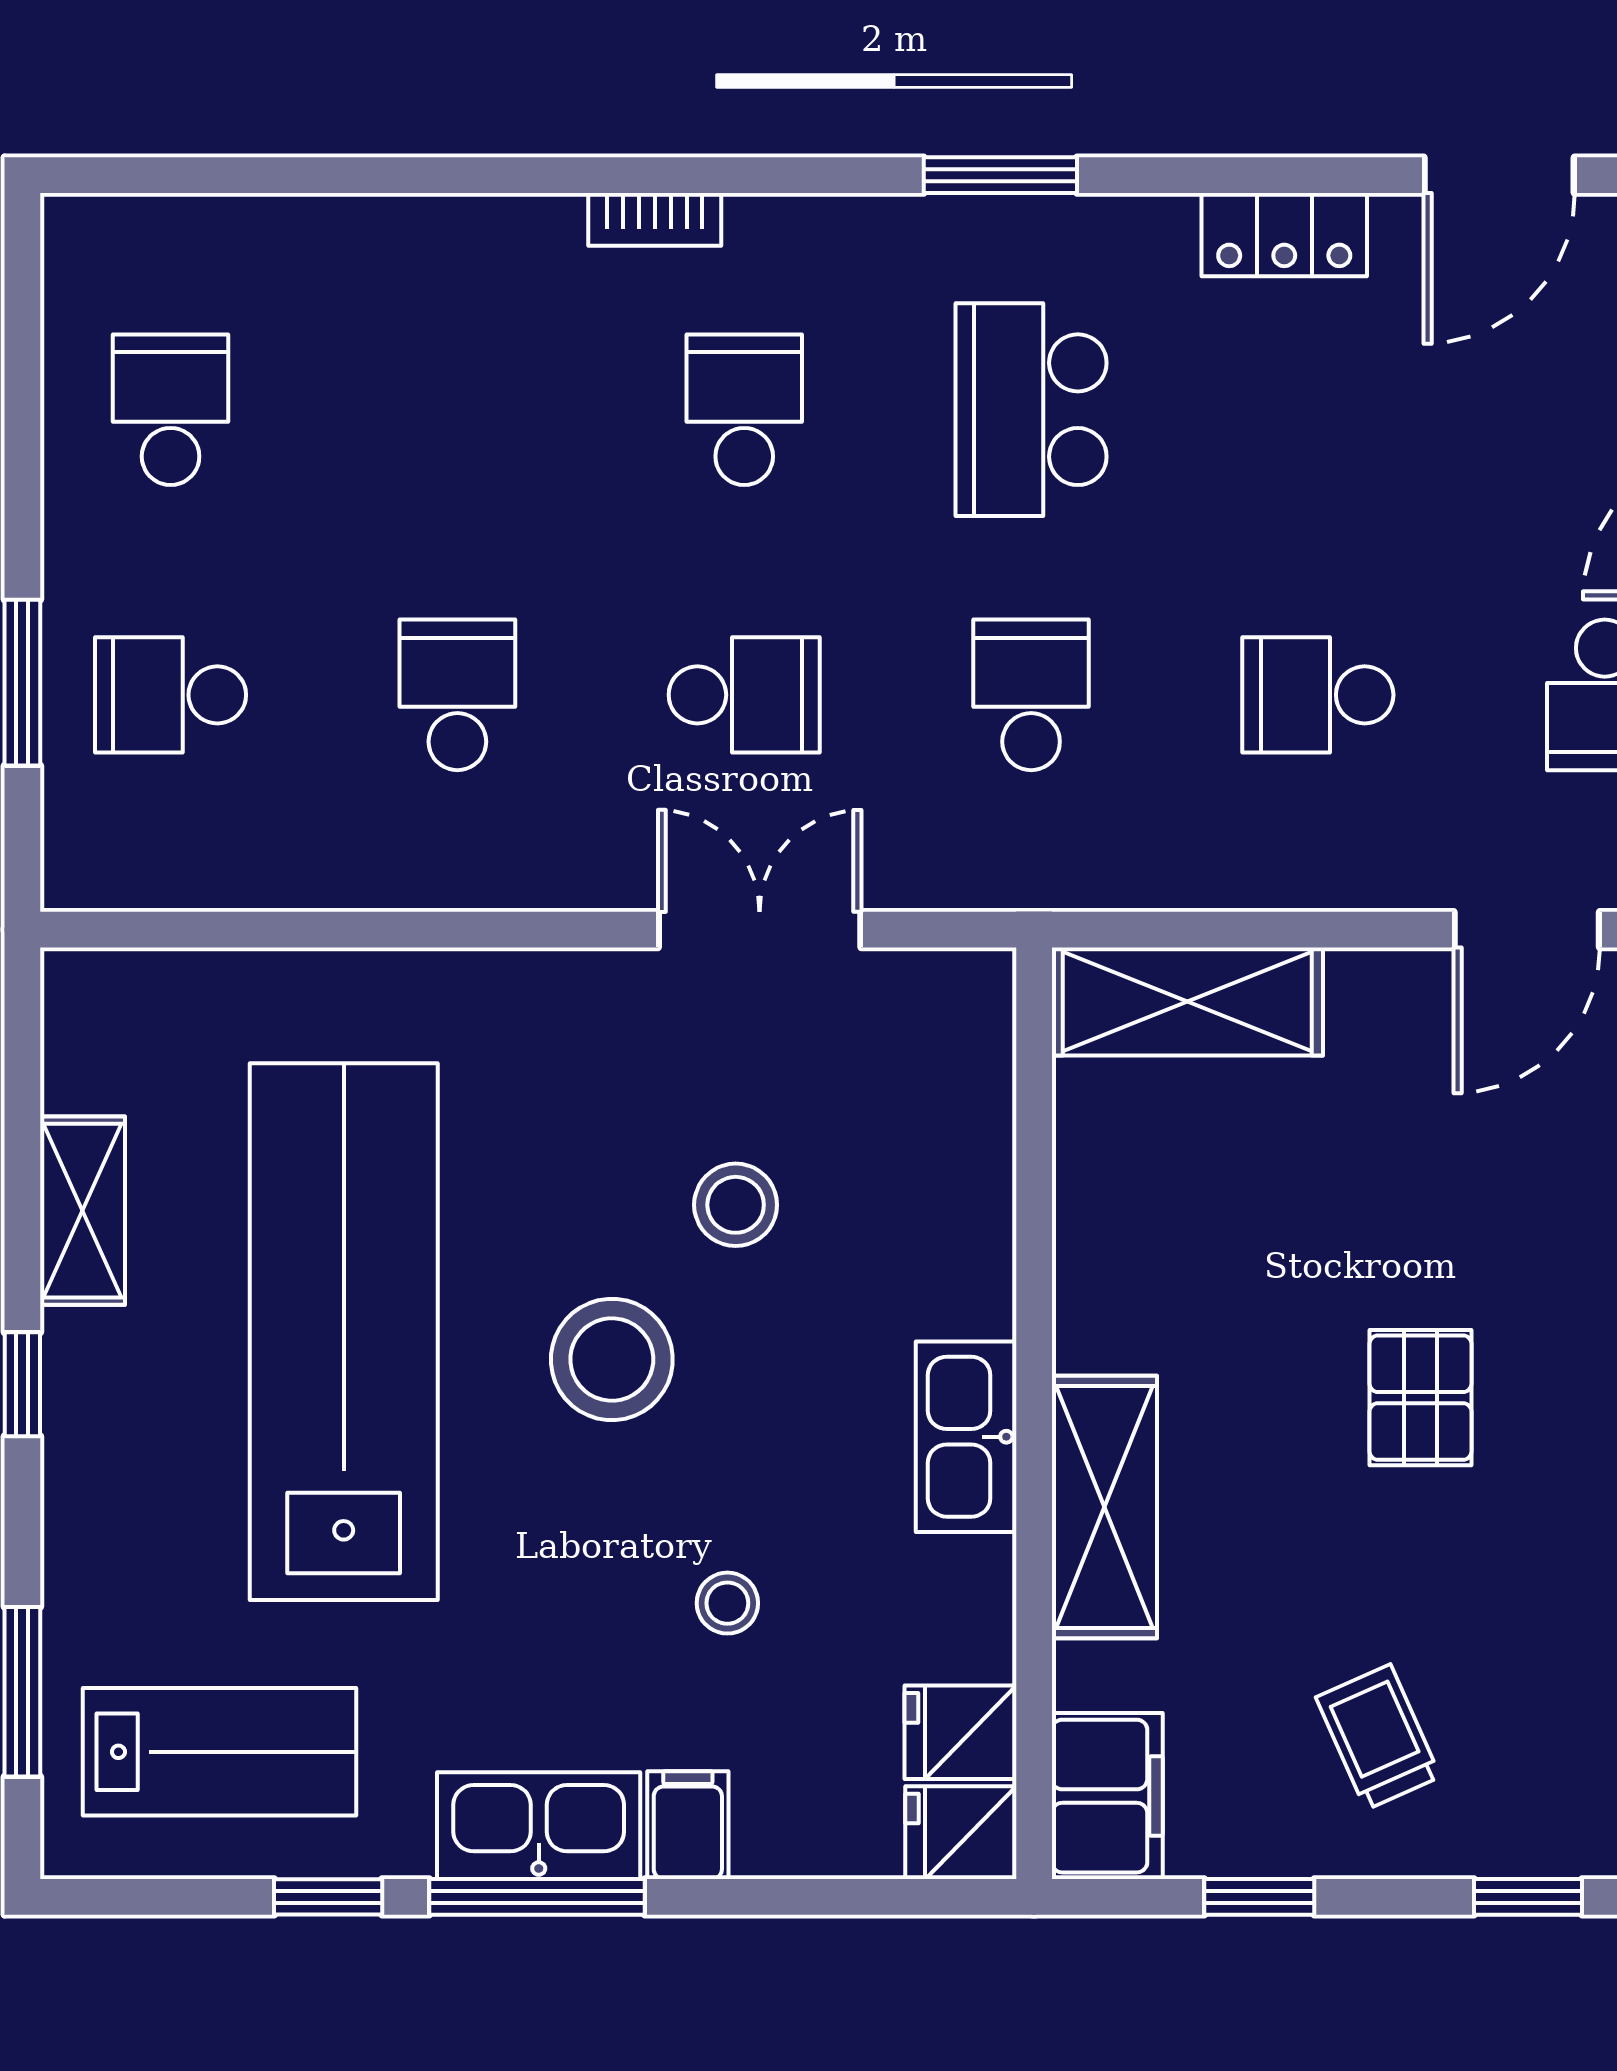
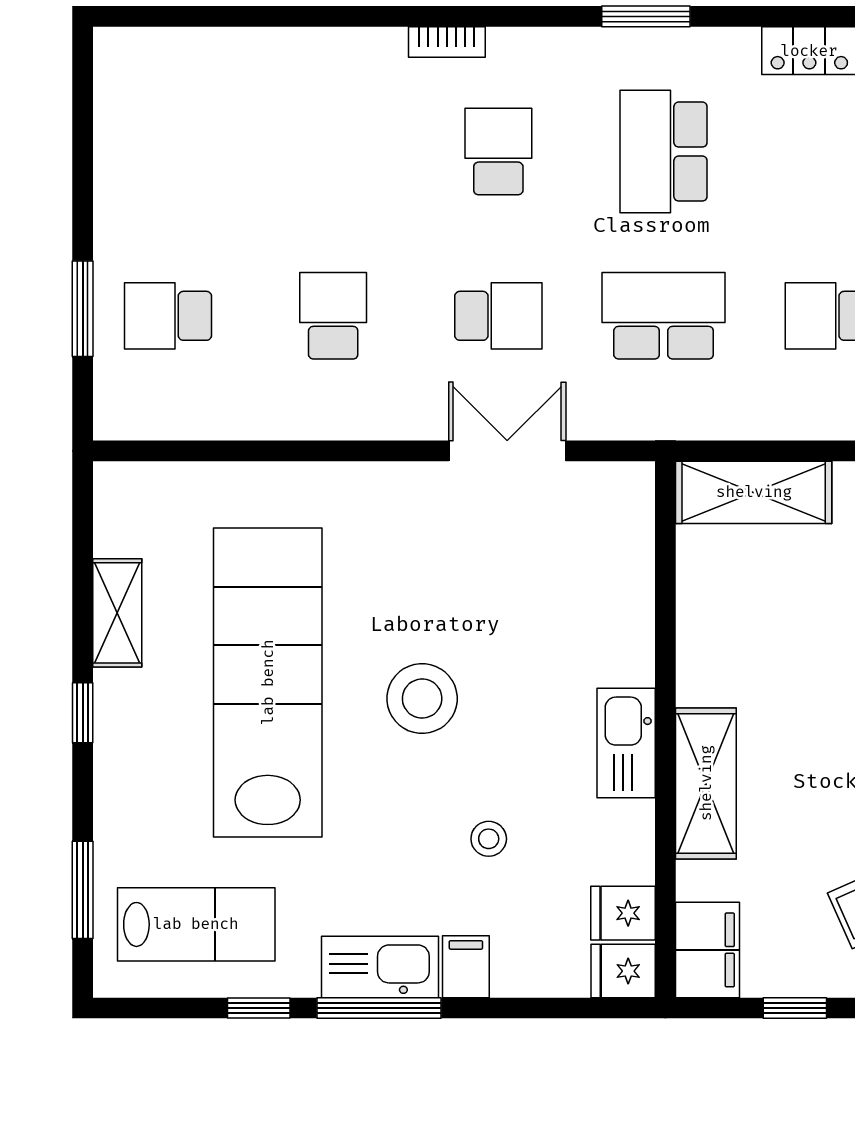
school desk: (171, 410) -> (168, 152), removed
school desk: (1031, 695) -> (664, 316), width x1.85
stool: (736, 1205) -> (493, 609), removed

